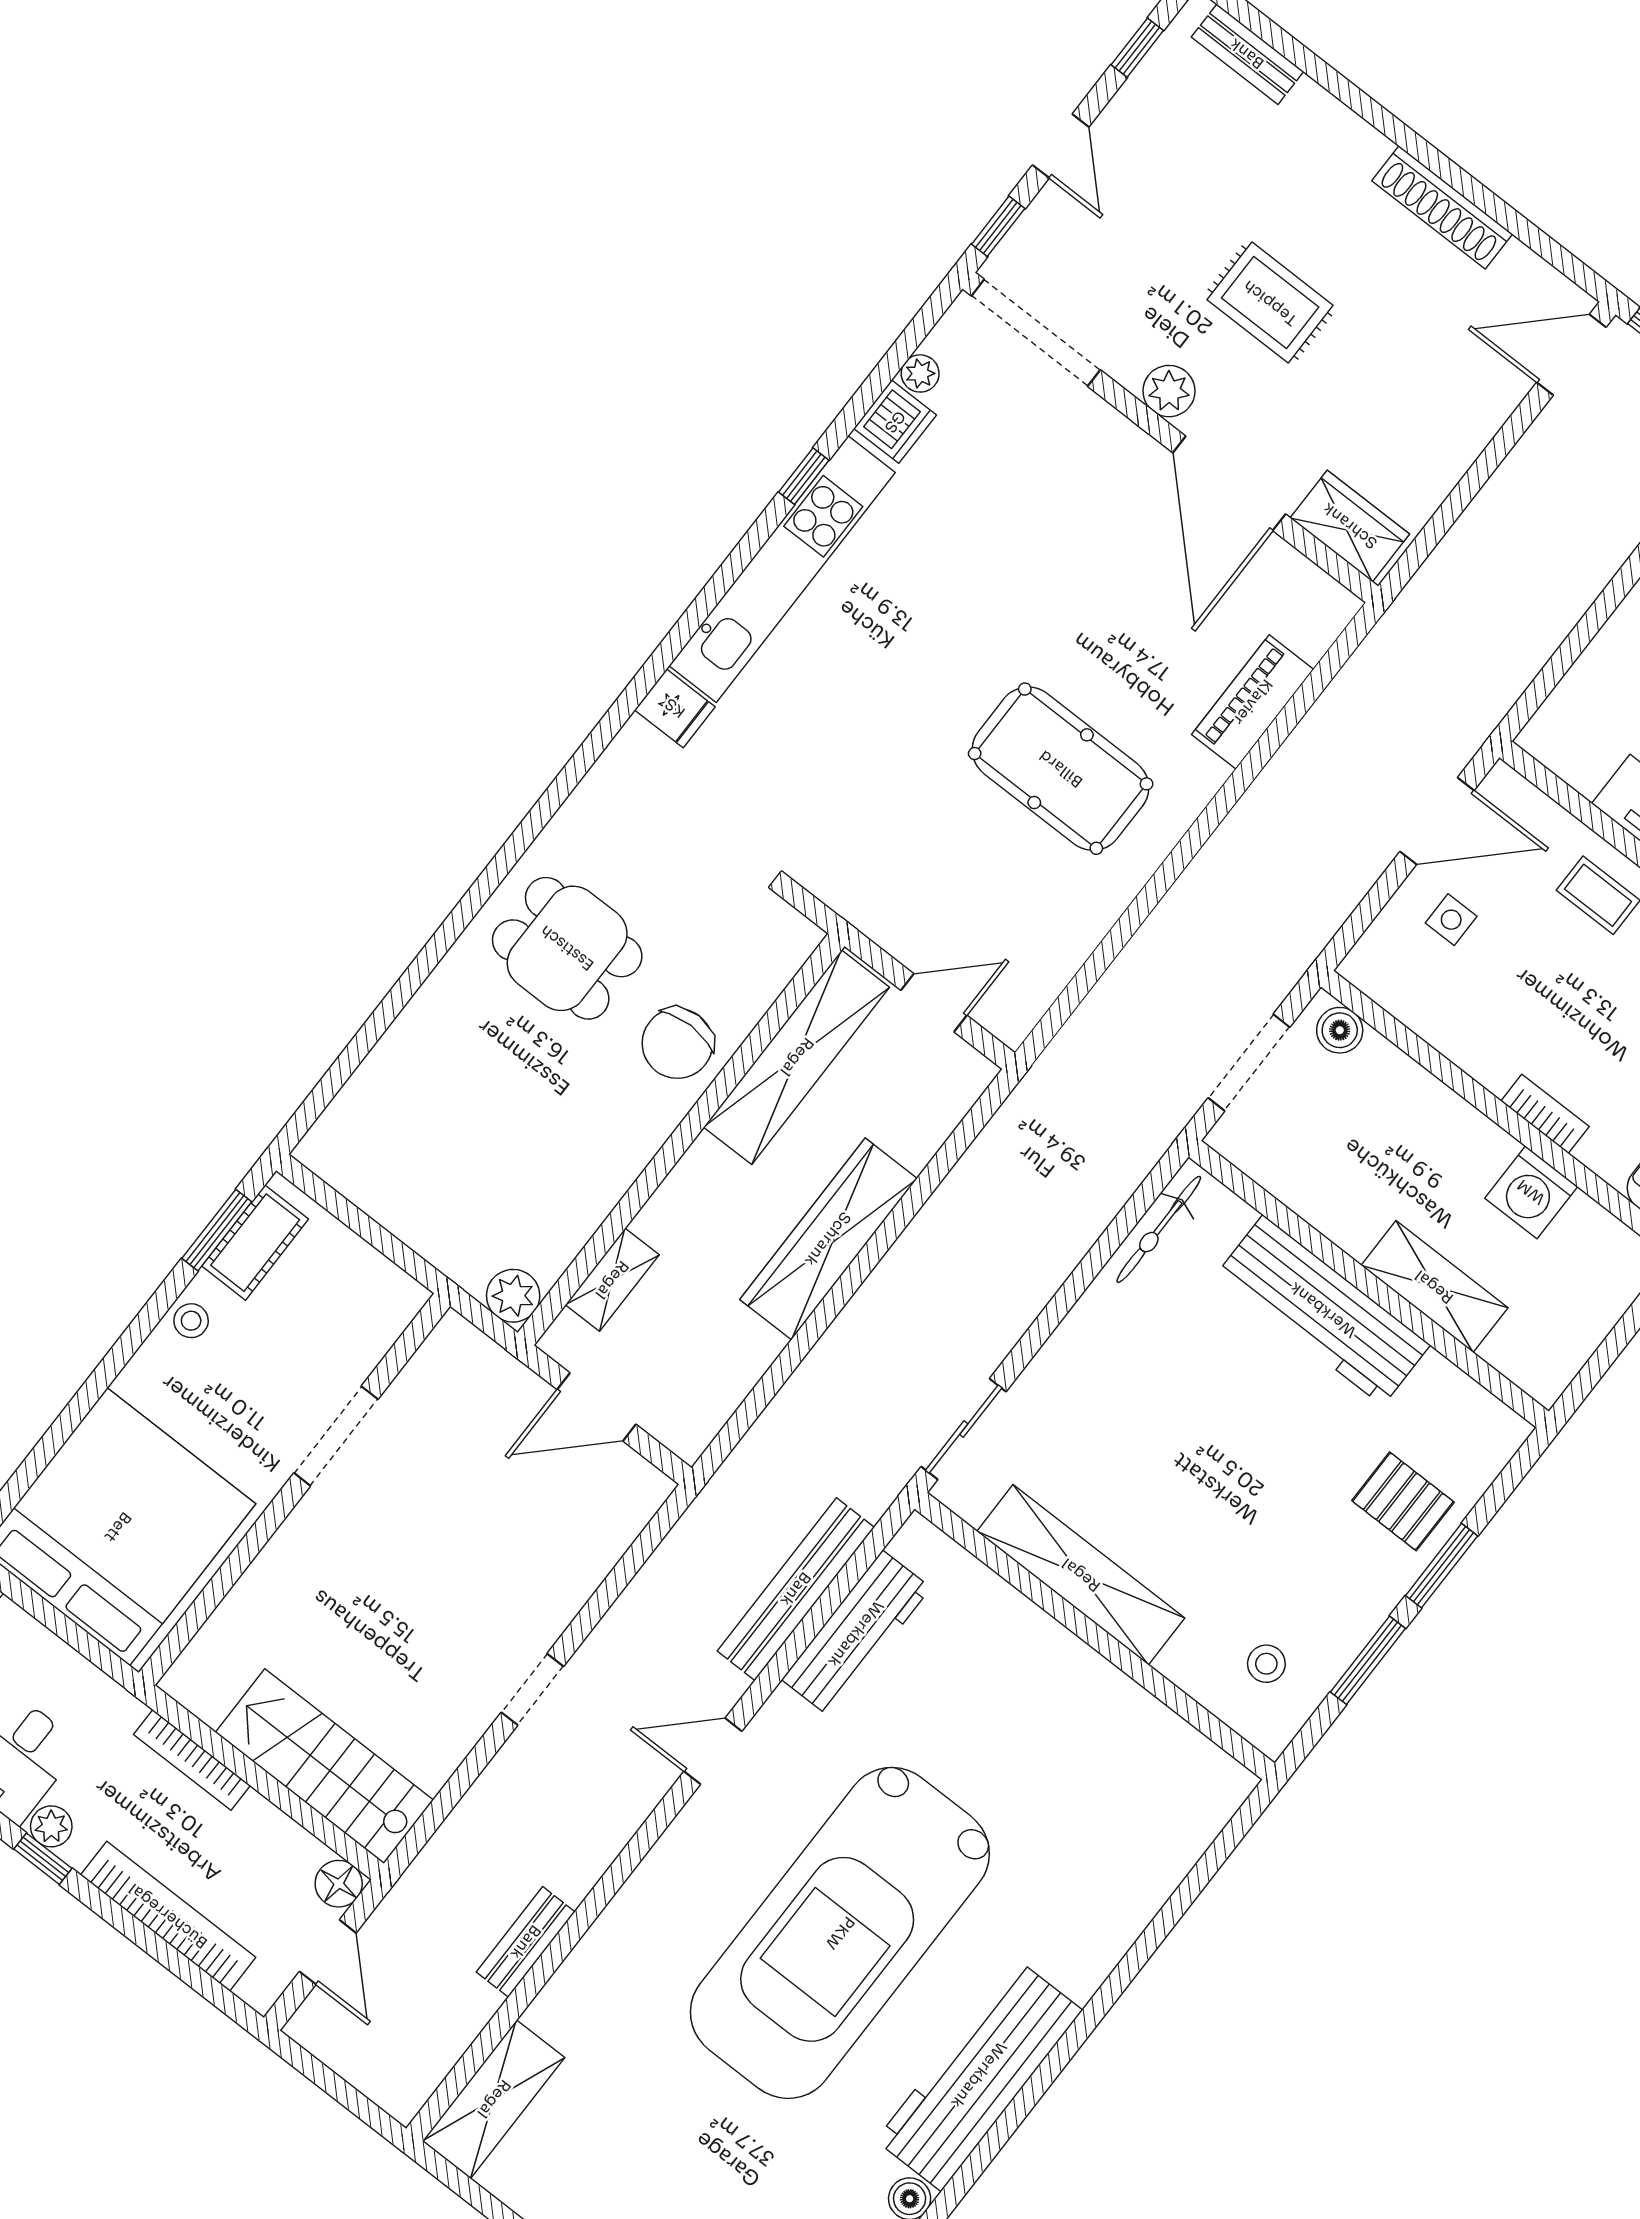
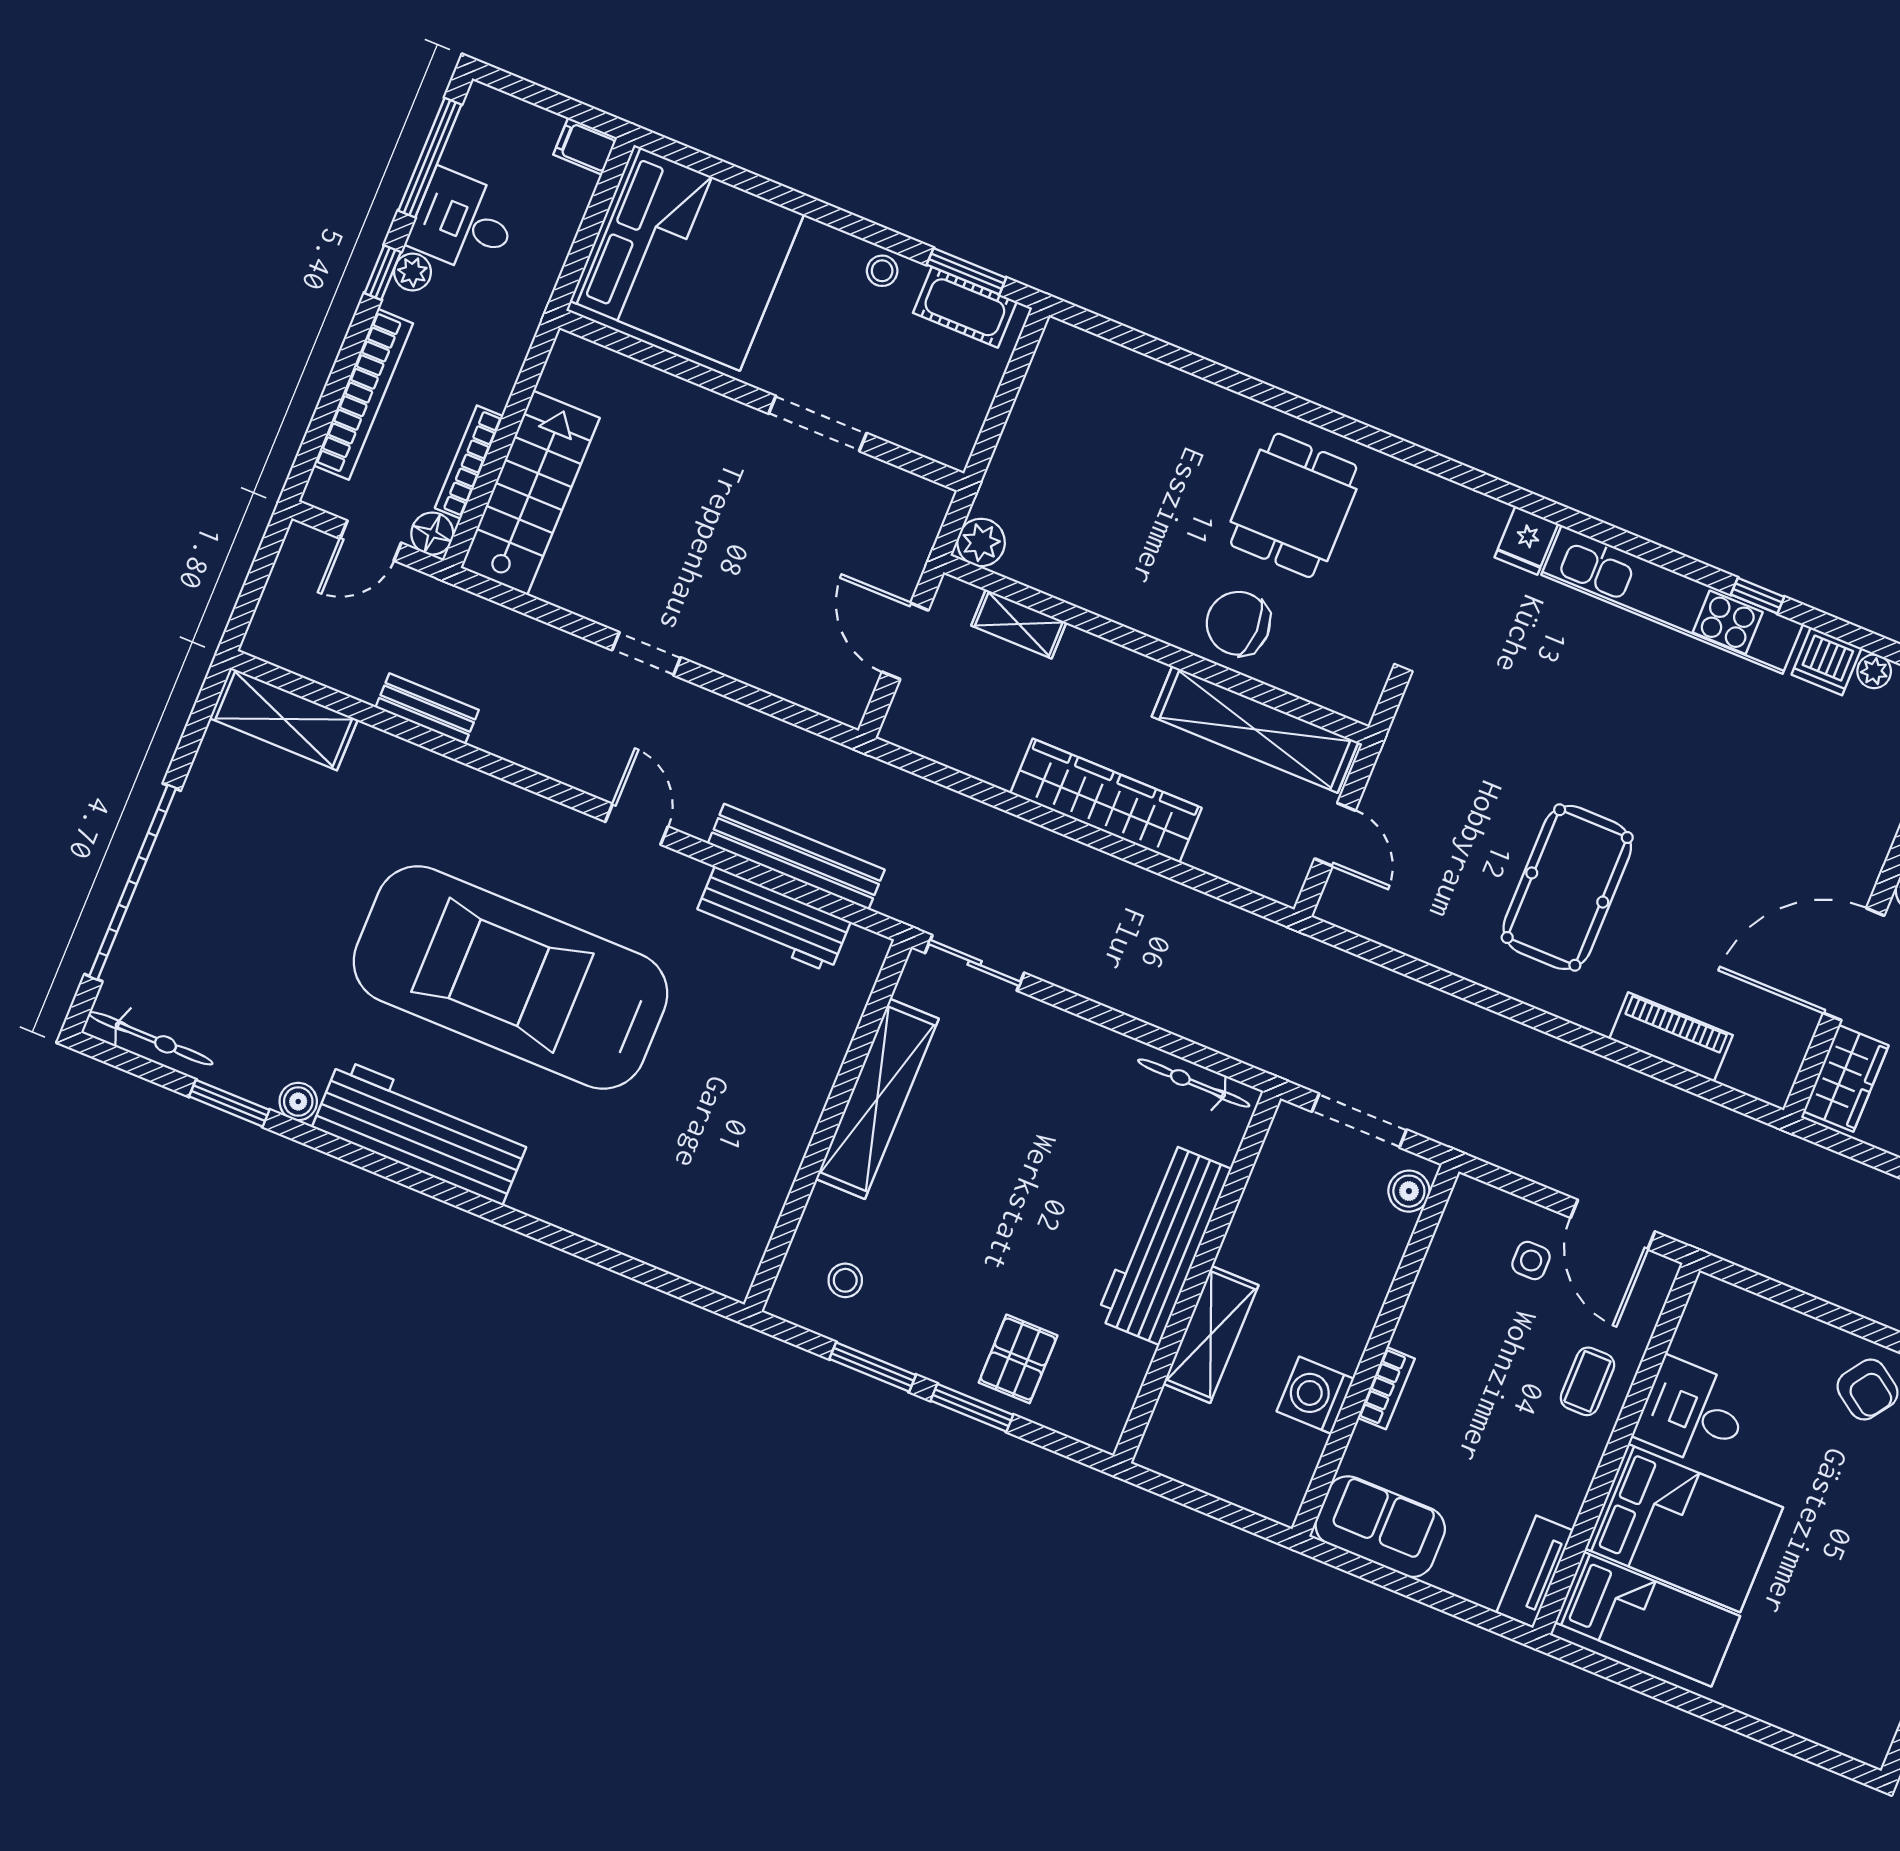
bookcase: (192, 1760) -> (469, 462), moved

